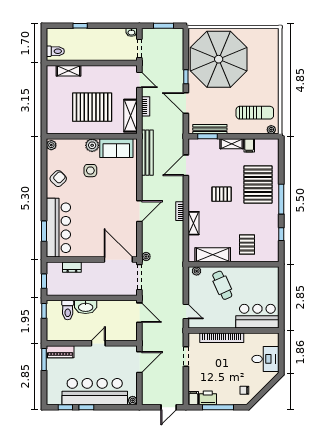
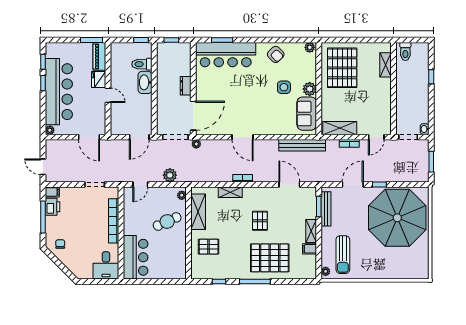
pallet: (92, 107) -> (342, 68), moved
dresser: (72, 267) -> (186, 86), moved
plant: (177, 283) -> (170, 175), added
fridge: (83, 352) -> (99, 80), added
desk: (265, 359) -> (106, 265), moved

